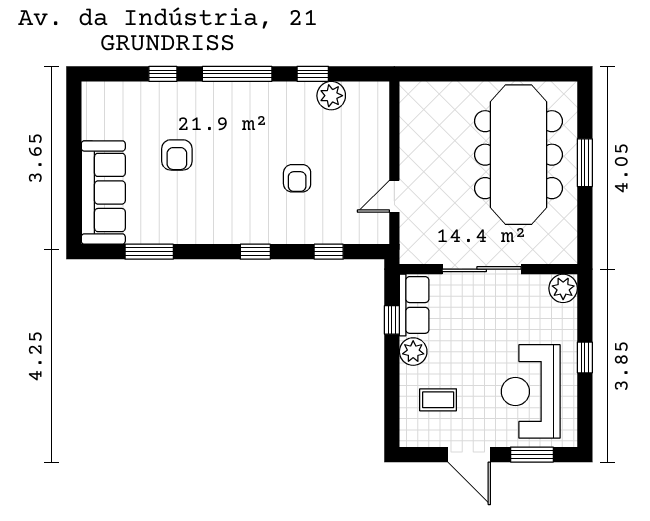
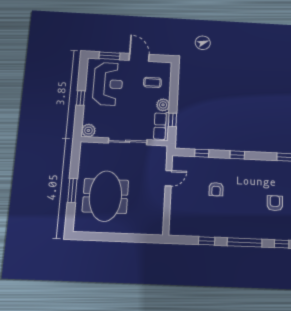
plant: (331, 96) -> (198, 229), removed
meeting table: (518, 155) -> (105, 196), width x0.73
armchair: (297, 178) -> (216, 189), turned 180

